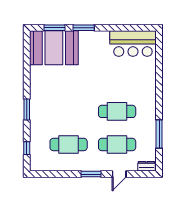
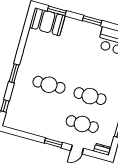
window: (84, 28) -> (92, 21), moved
booth: (54, 48) -> (47, 22), width x0.73, depth x0.70
cafe table: (69, 144) -> (49, 85), moved

